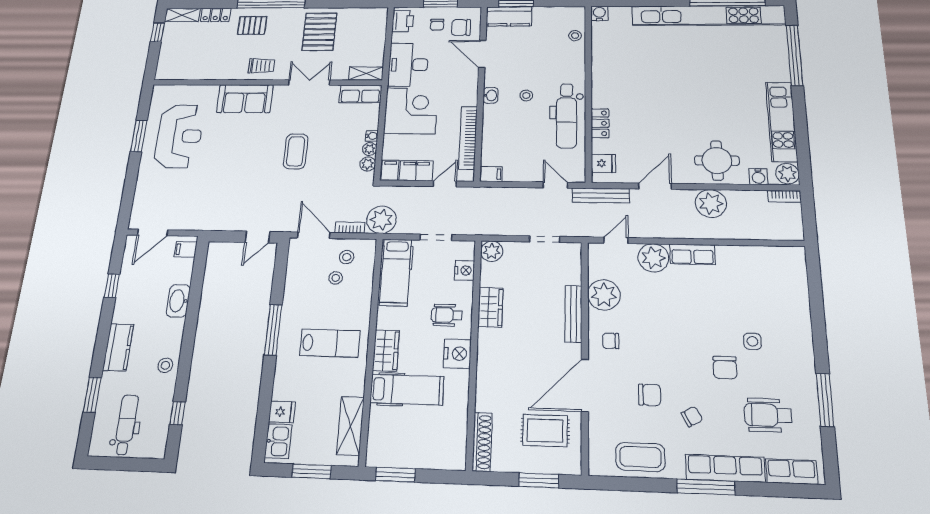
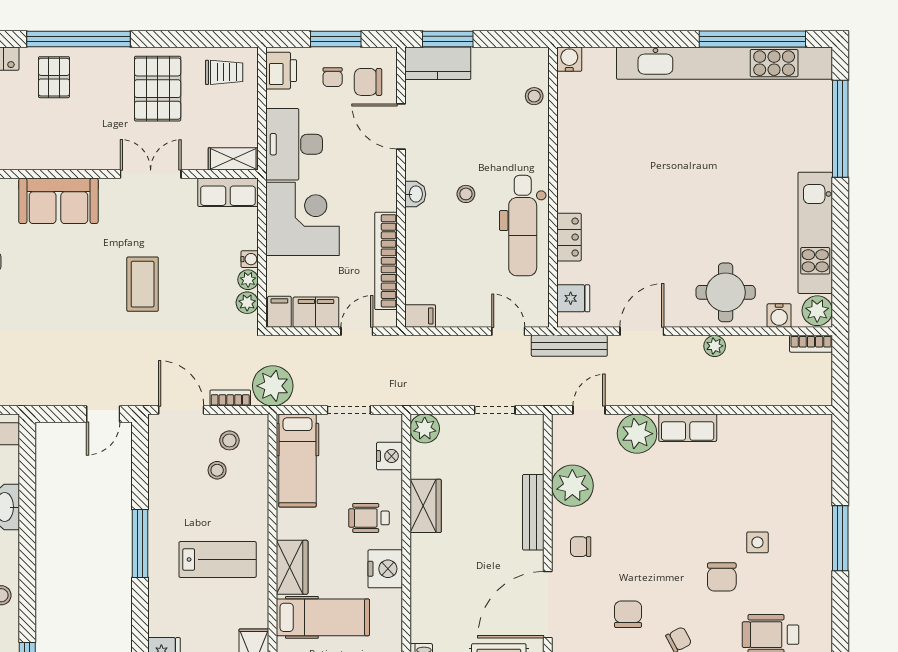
pallet: (252, 25) -> (54, 77), turned 90
trolley: (262, 66) -> (224, 72), moved
plant: (711, 203) -> (715, 346), width x0.53, depth x0.53
chair: (650, 395) -> (628, 614), turned -90
window: (825, 400) -> (840, 538), moved

